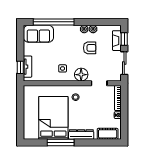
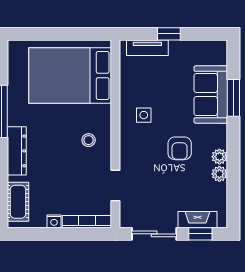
window: (54, 22) -> (233, 98), width x0.47
sofa: (38, 34) -> (211, 95), moved
armchair: (90, 48) -> (180, 148), moved
window: (20, 67) -> (169, 34), moved
floor lamp: (81, 75) -> (132, 151), removed
bed: (53, 118) -> (70, 75), moved, turned 180

